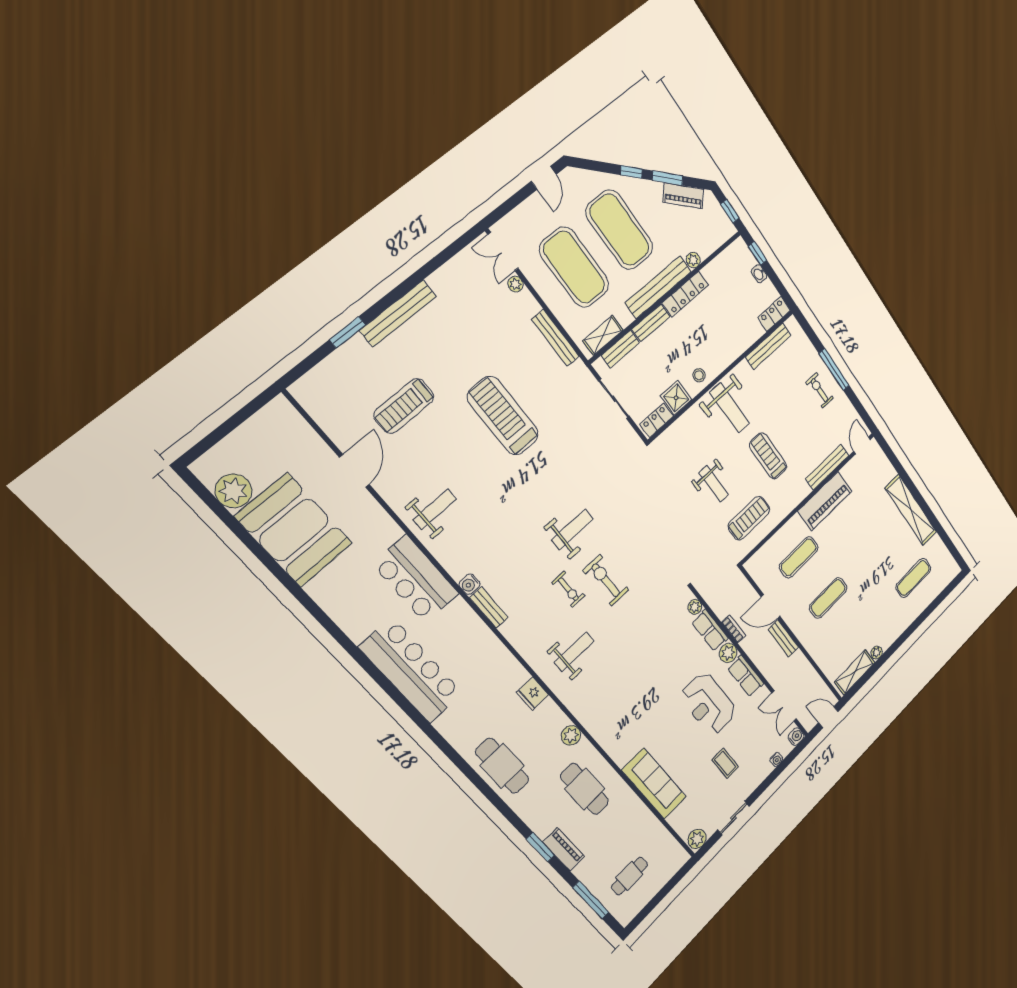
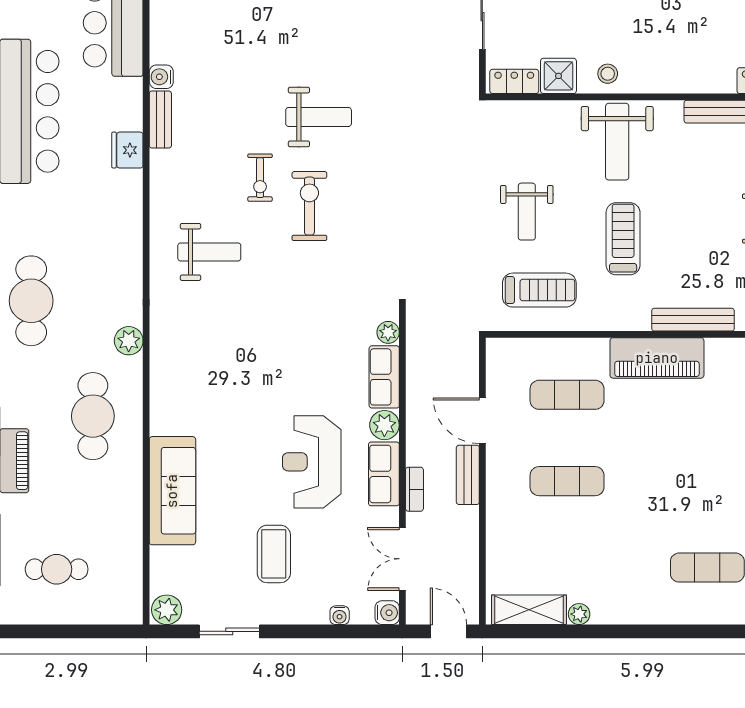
bookcase: (734, 629) -> (414, 489), moved
fridge: (533, 694) -> (127, 150), moved
coffee table: (725, 763) -> (274, 554), width x1.36, depth x1.30

